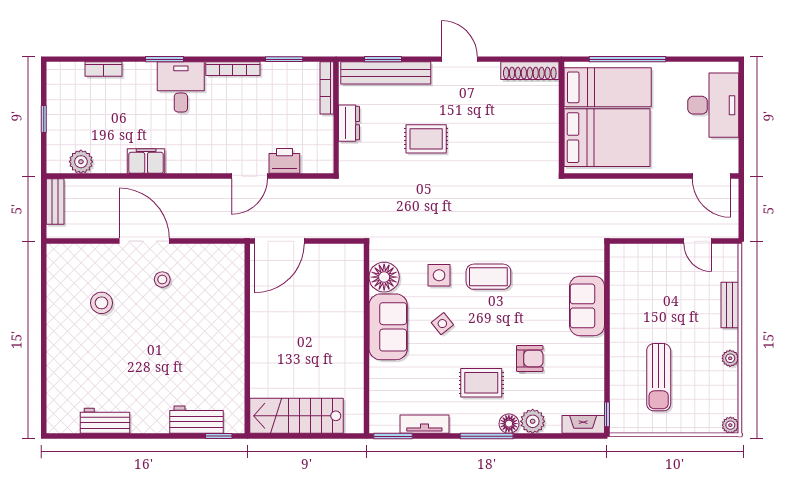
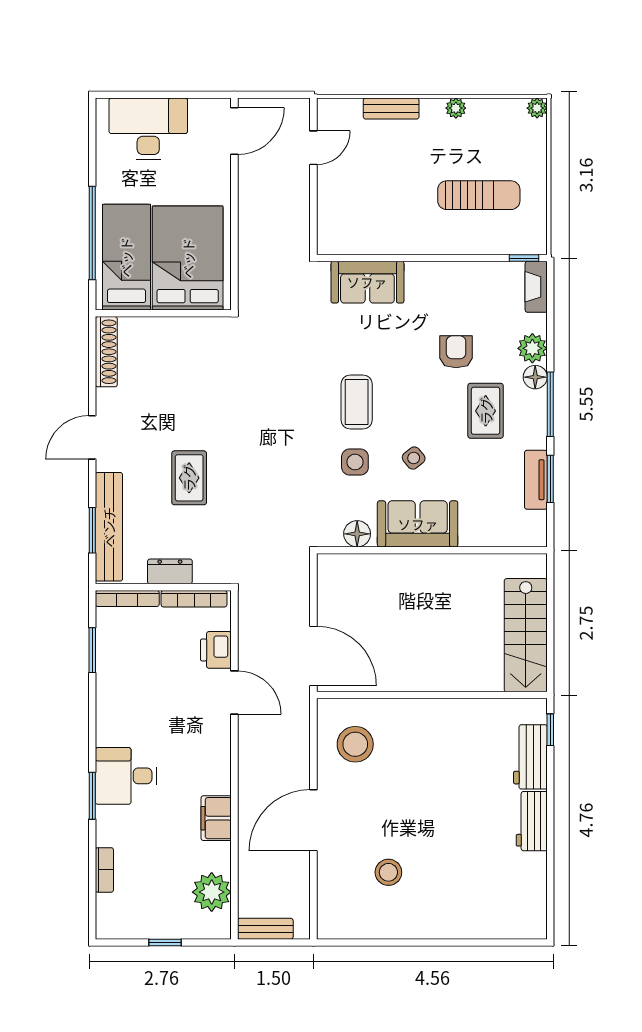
bookcase: (233, 69) -> (194, 599), moved, turned 90
plant: (81, 162) -> (212, 892), width x1.36, depth x1.36
floor lamp: (384, 277) -> (357, 534), width x0.73, depth x0.73
stool: (162, 280) -> (355, 744), moved, width x1.89, depth x1.89
sofa: (587, 306) -> (367, 282), moved
workbench: (105, 421) -> (532, 821), moved
window: (393, 436) -> (550, 479), moved

